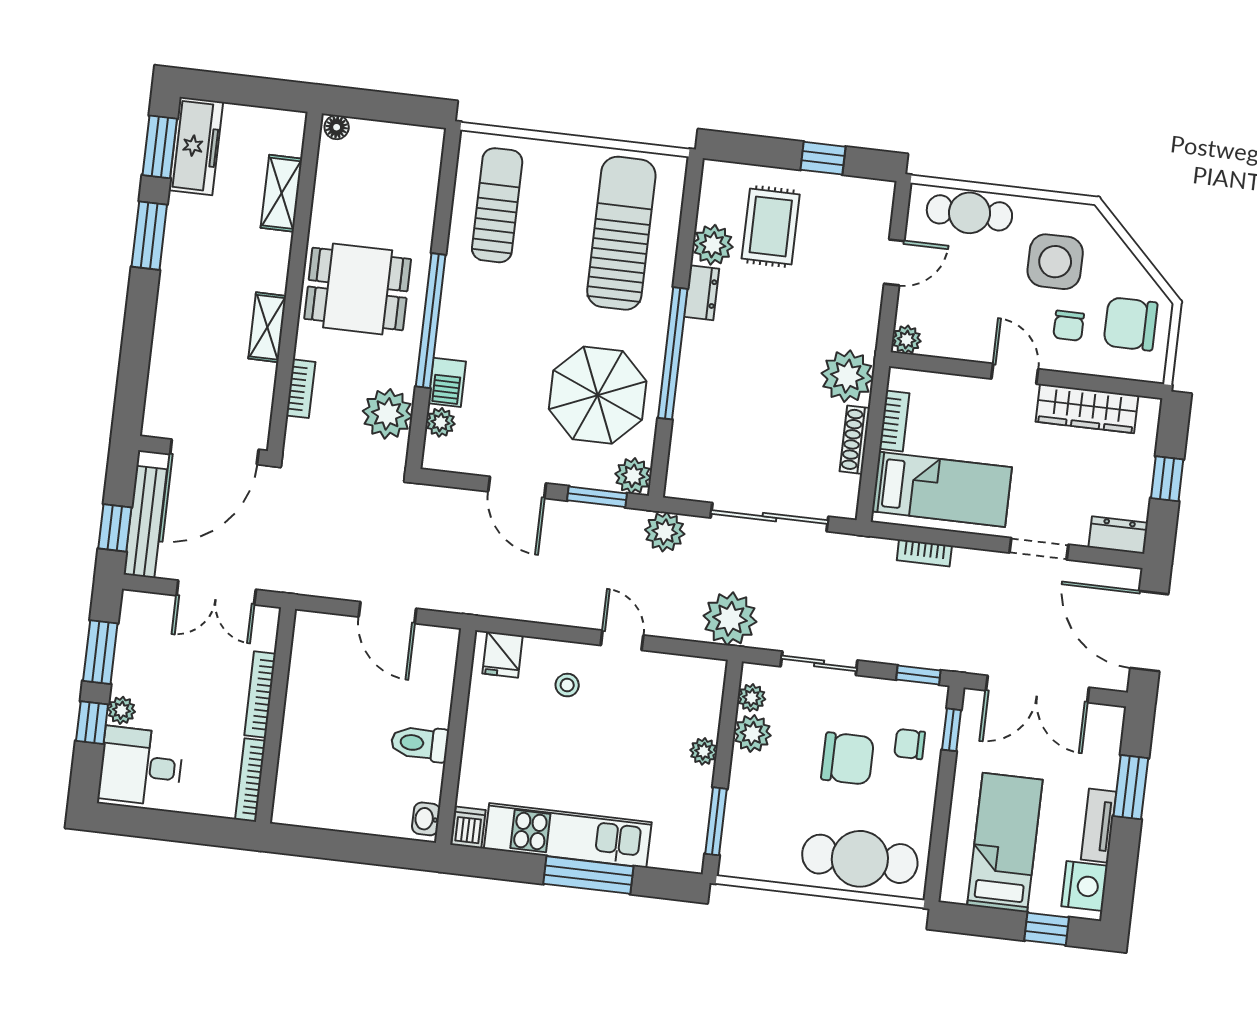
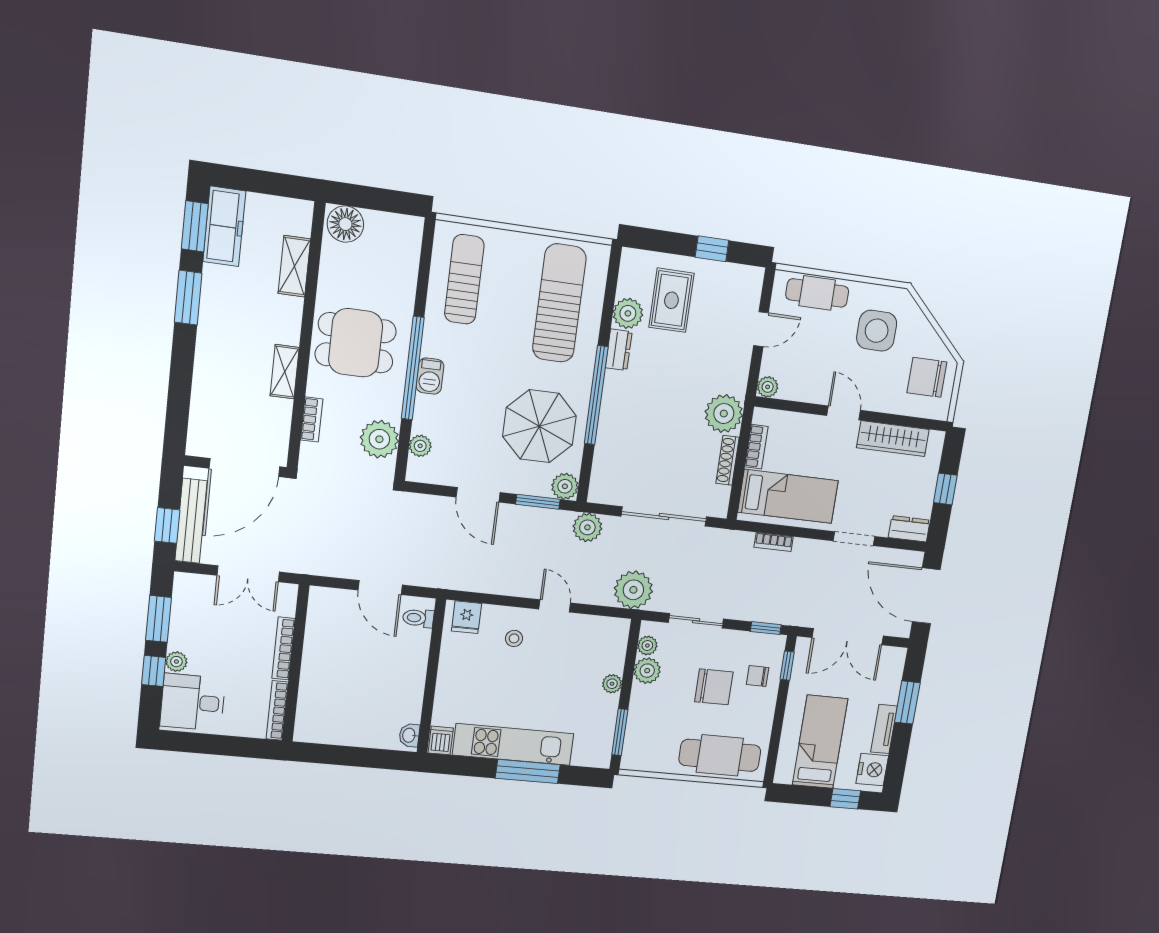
floor lamp: (337, 127) -> (345, 224), width x1.89, depth x1.89
chair: (1069, 326) -> (884, 378), removed
barbecue: (447, 382) -> (430, 376), moved
toilet: (420, 743) -> (418, 618), moved, width x0.73, depth x0.72

